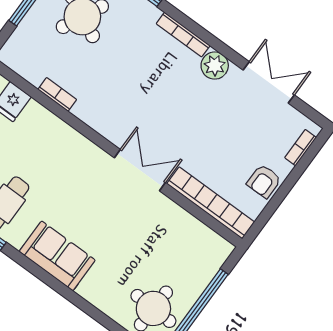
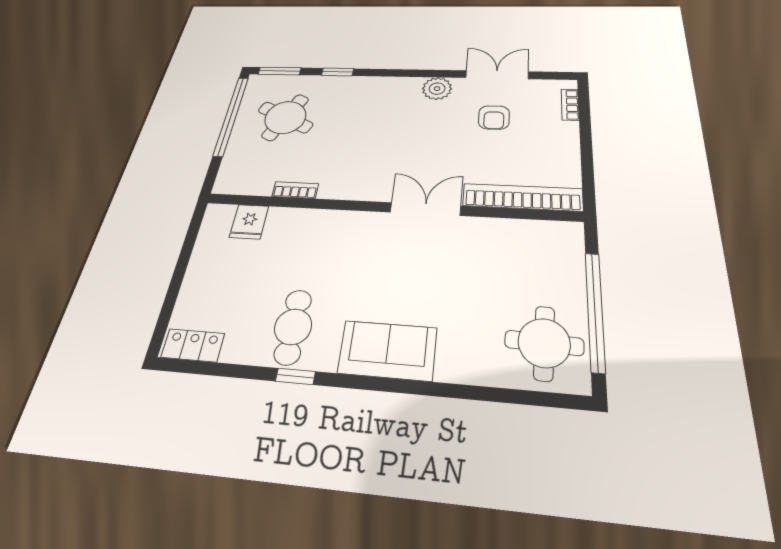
bookcase: (183, 35) -> (391, 82), removed
armchair: (264, 181) -> (494, 117), moved

